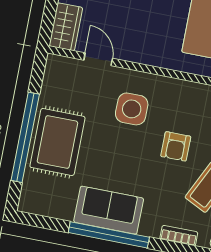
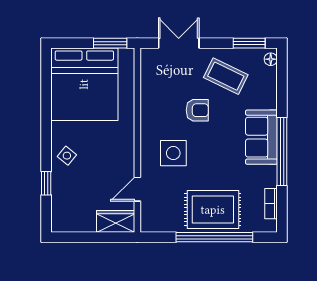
sofa: (109, 210) -> (261, 137), moved
bookcase: (179, 236) -> (271, 204), moved

